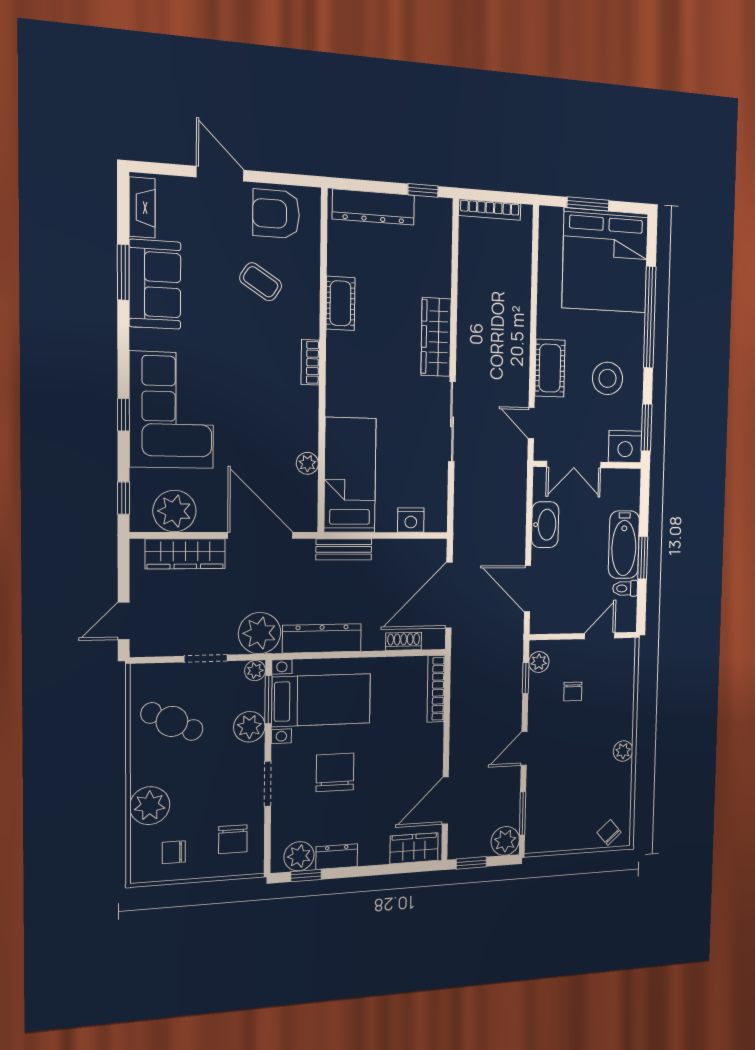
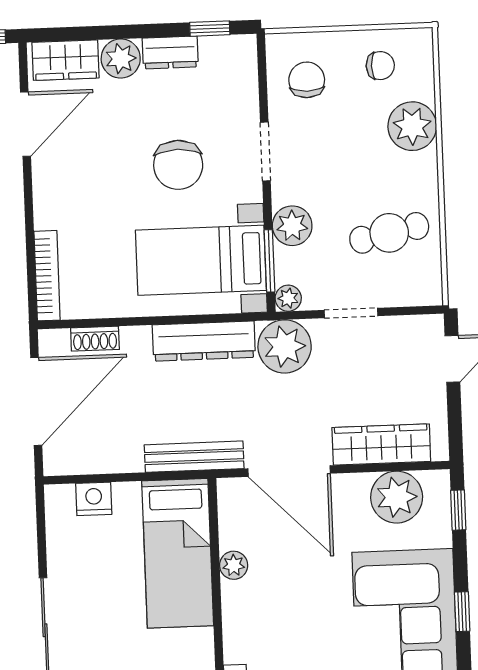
bench: (344, 549) -> (194, 457), width x1.36
cafe table: (172, 721) -> (389, 233), turned -37
plant: (299, 856) -> (121, 59), moved

